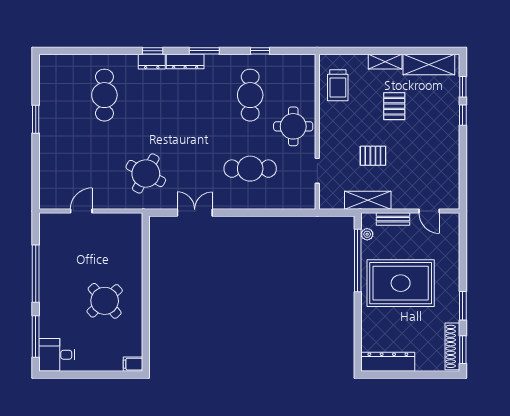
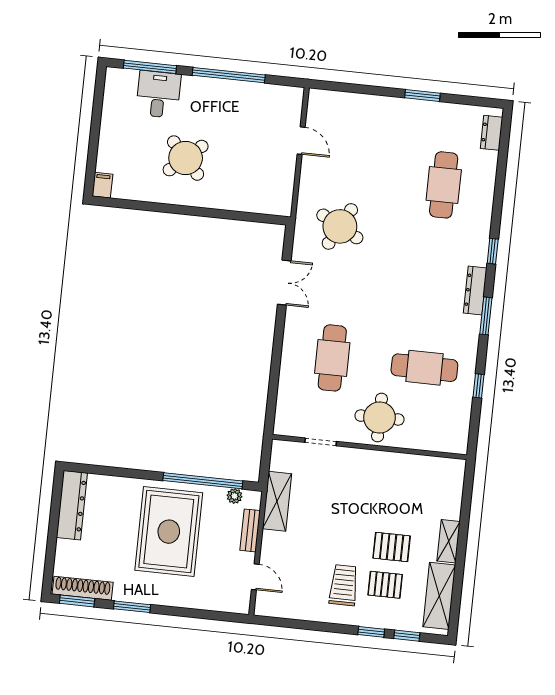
dresser: (152, 62) -> (492, 133), moved
trolley: (338, 85) -> (344, 585), moved, turned 90
cafe table: (104, 95) -> (444, 185), turned 90
pallet: (373, 156) -> (385, 585), moved, turned 90
door: (429, 211) -> (255, 577), swing flipped
desk: (57, 355) -> (158, 94), moved

